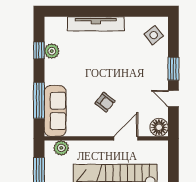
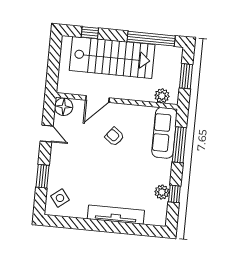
window: (173, 69) -> (43, 176), moved

